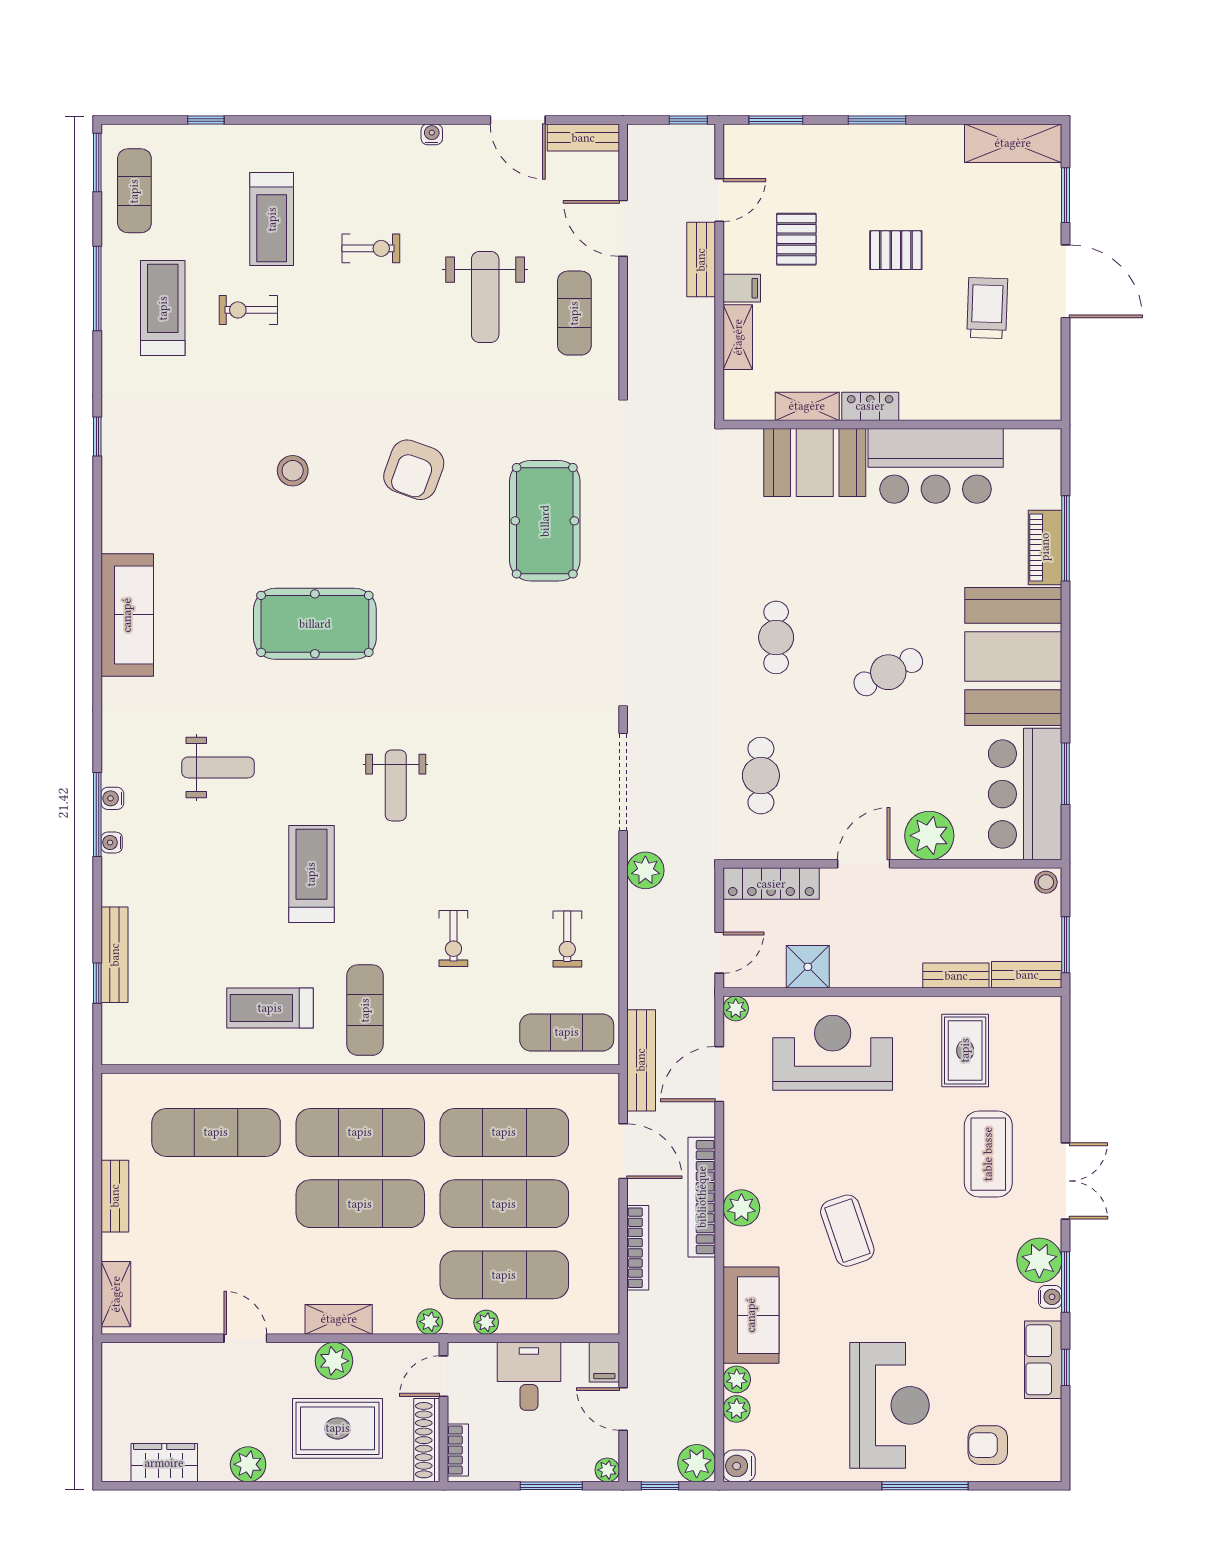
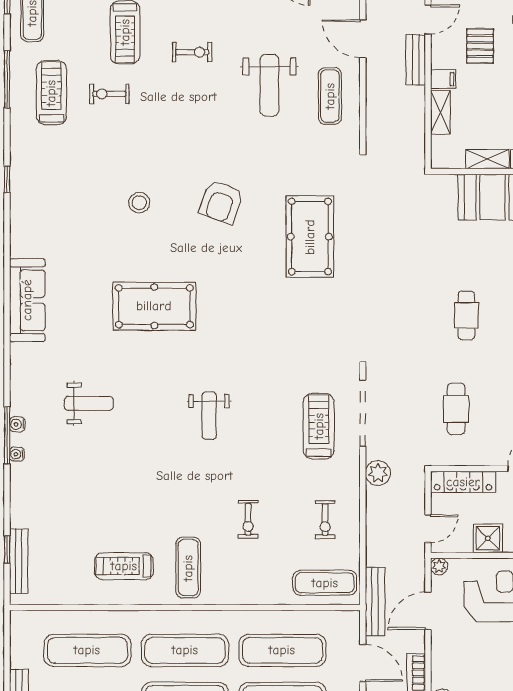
treadmill: (311, 874) -> (319, 426), moved
bench: (115, 955) -> (19, 561), moved

